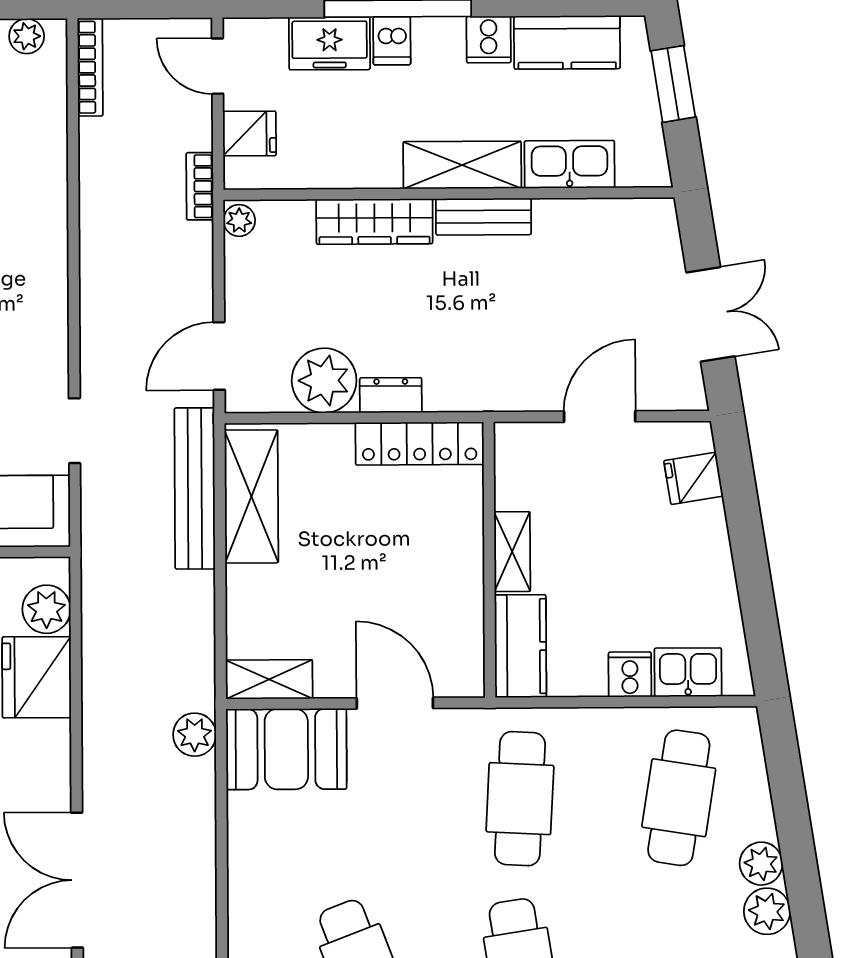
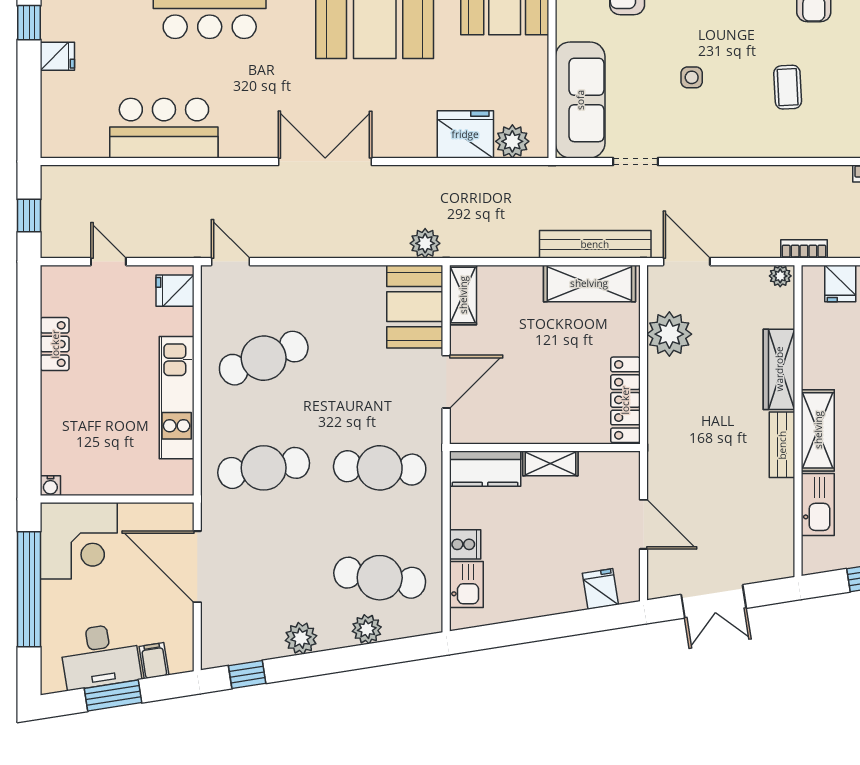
dresser: (391, 395) -> (659, 380), removed
plant: (761, 864) -> (367, 629), moved

